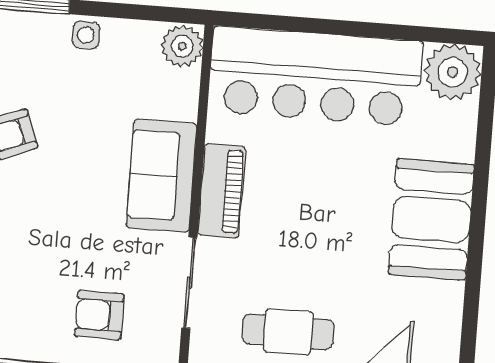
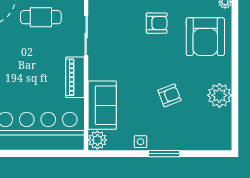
sofa: (162, 176) -> (102, 105), moved
armchair: (99, 315) -> (157, 23), moved

